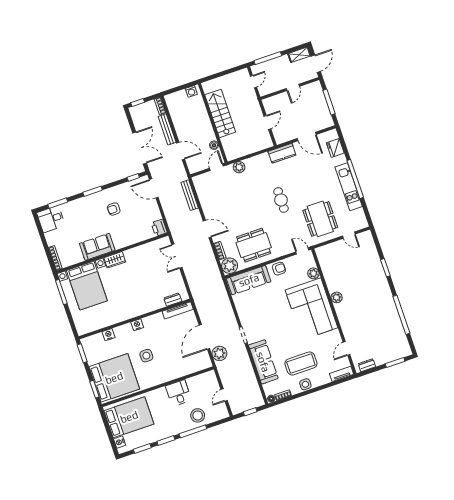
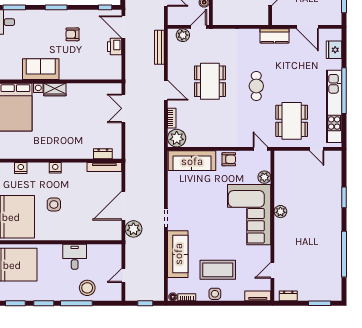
plant: (239, 167) -> (183, 35), moved
kitchen unit: (349, 187) -> (334, 106), width x1.36
printer: (159, 228) -> (115, 47), moved
dining table: (254, 245) -> (210, 81), moved, turned 90

